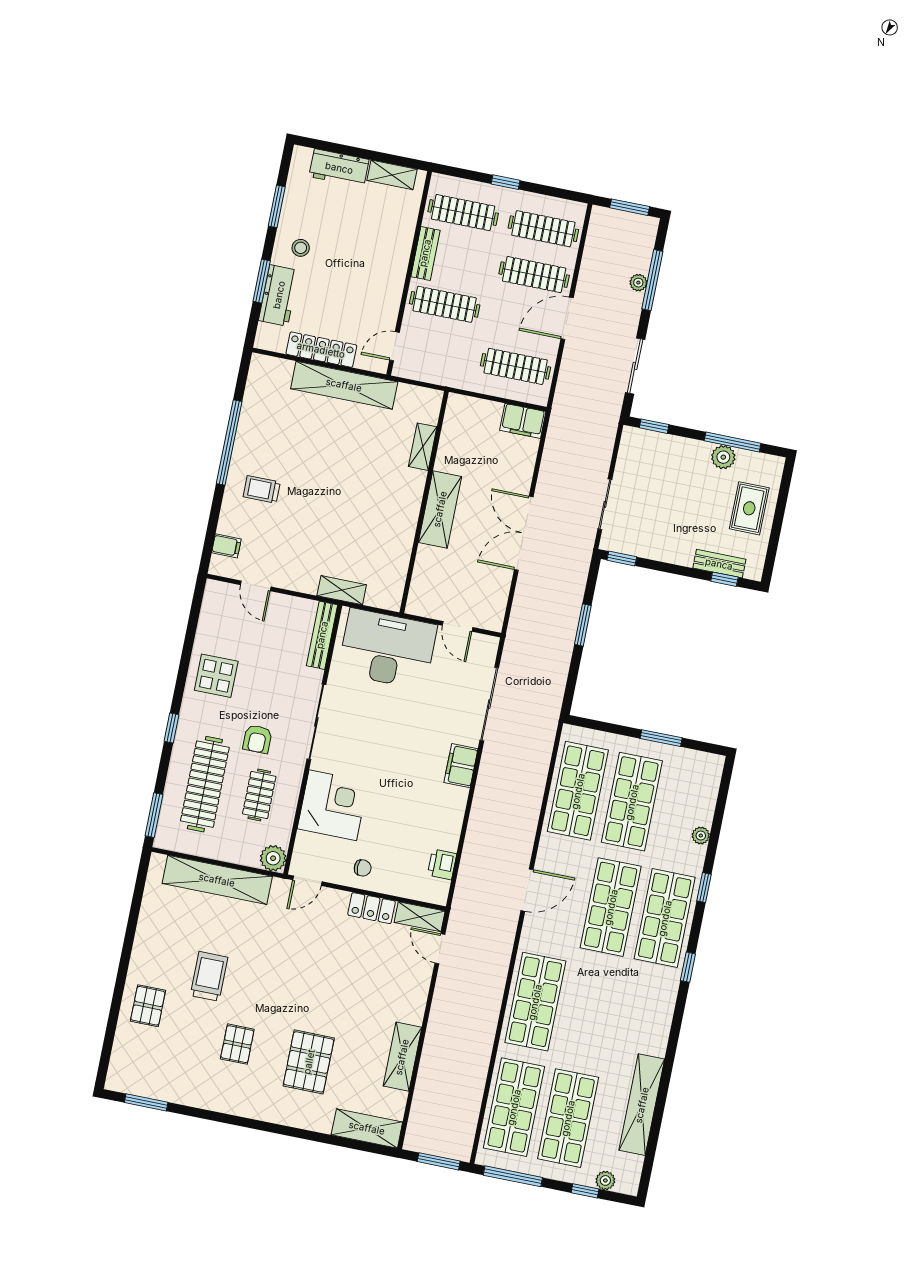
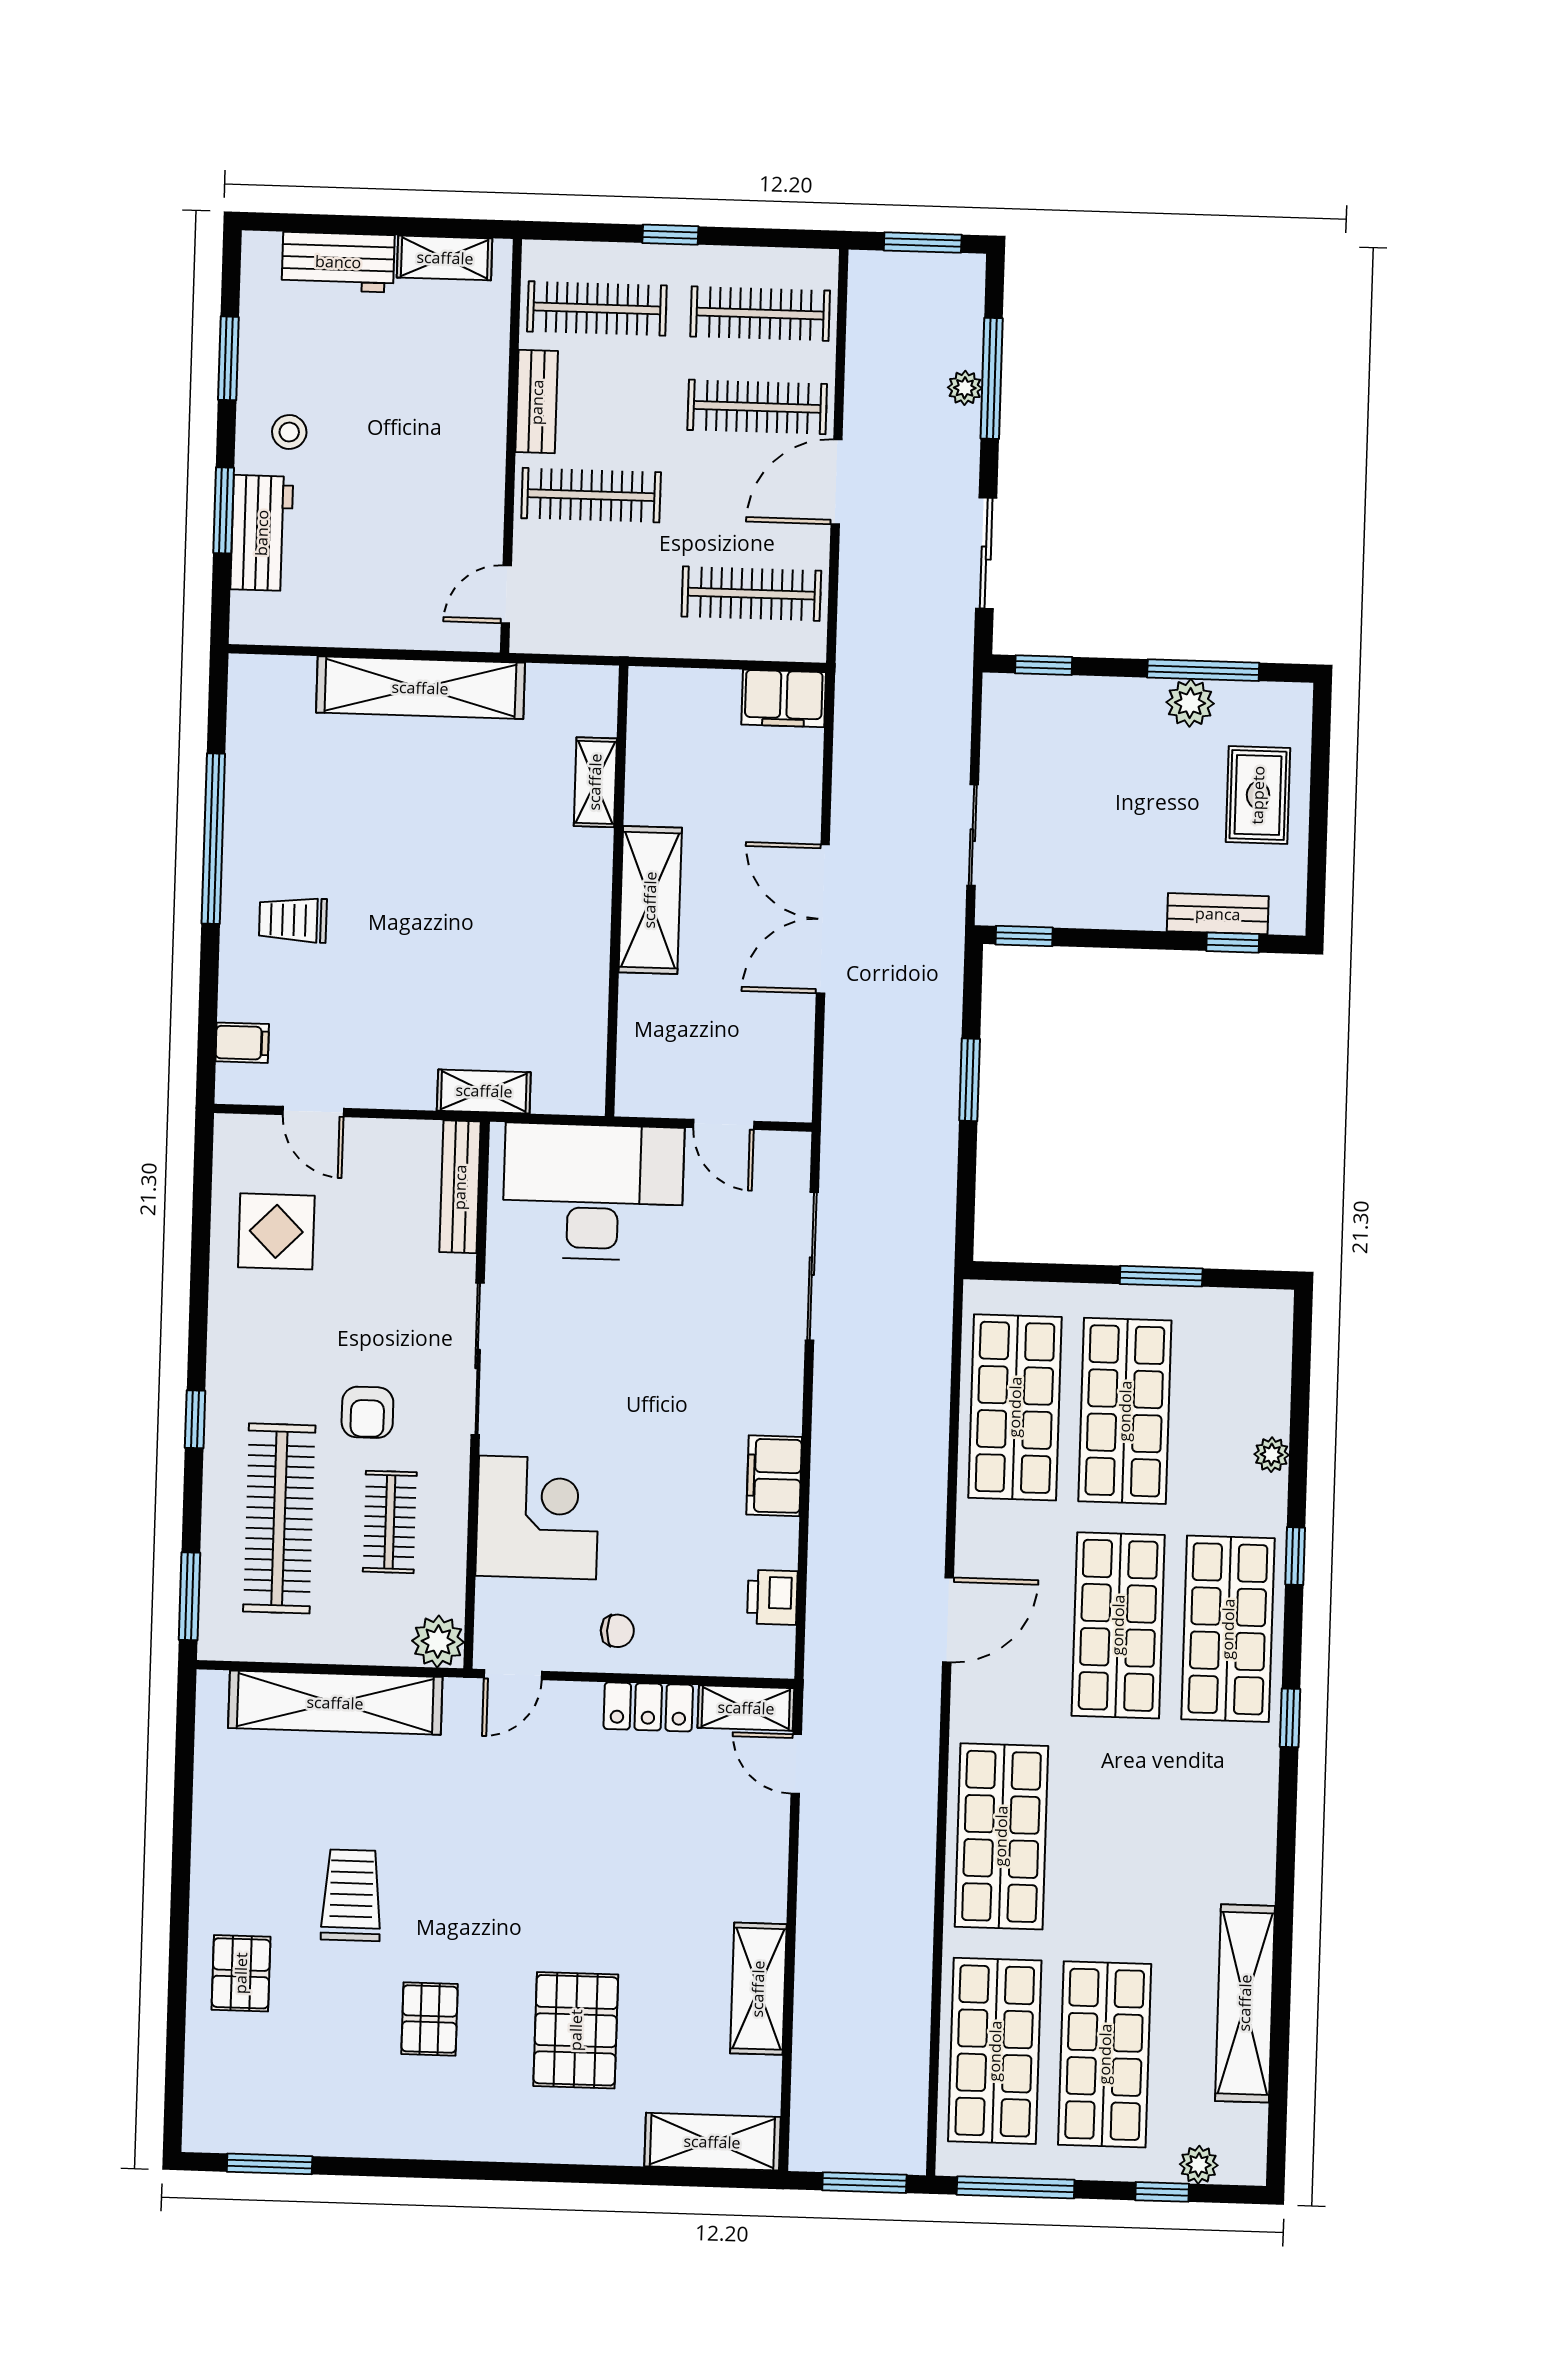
locker: (321, 350) -> (364, 625), removed
display table: (216, 676) -> (276, 1231), moved
filing cabinet: (461, 766) -> (774, 1476), moved

